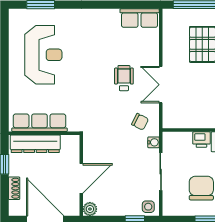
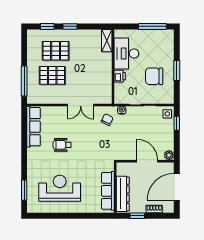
row of seats: (140, 18) -> (34, 127), width x1.48
wheelchair: (124, 78) -> (62, 145), moved

